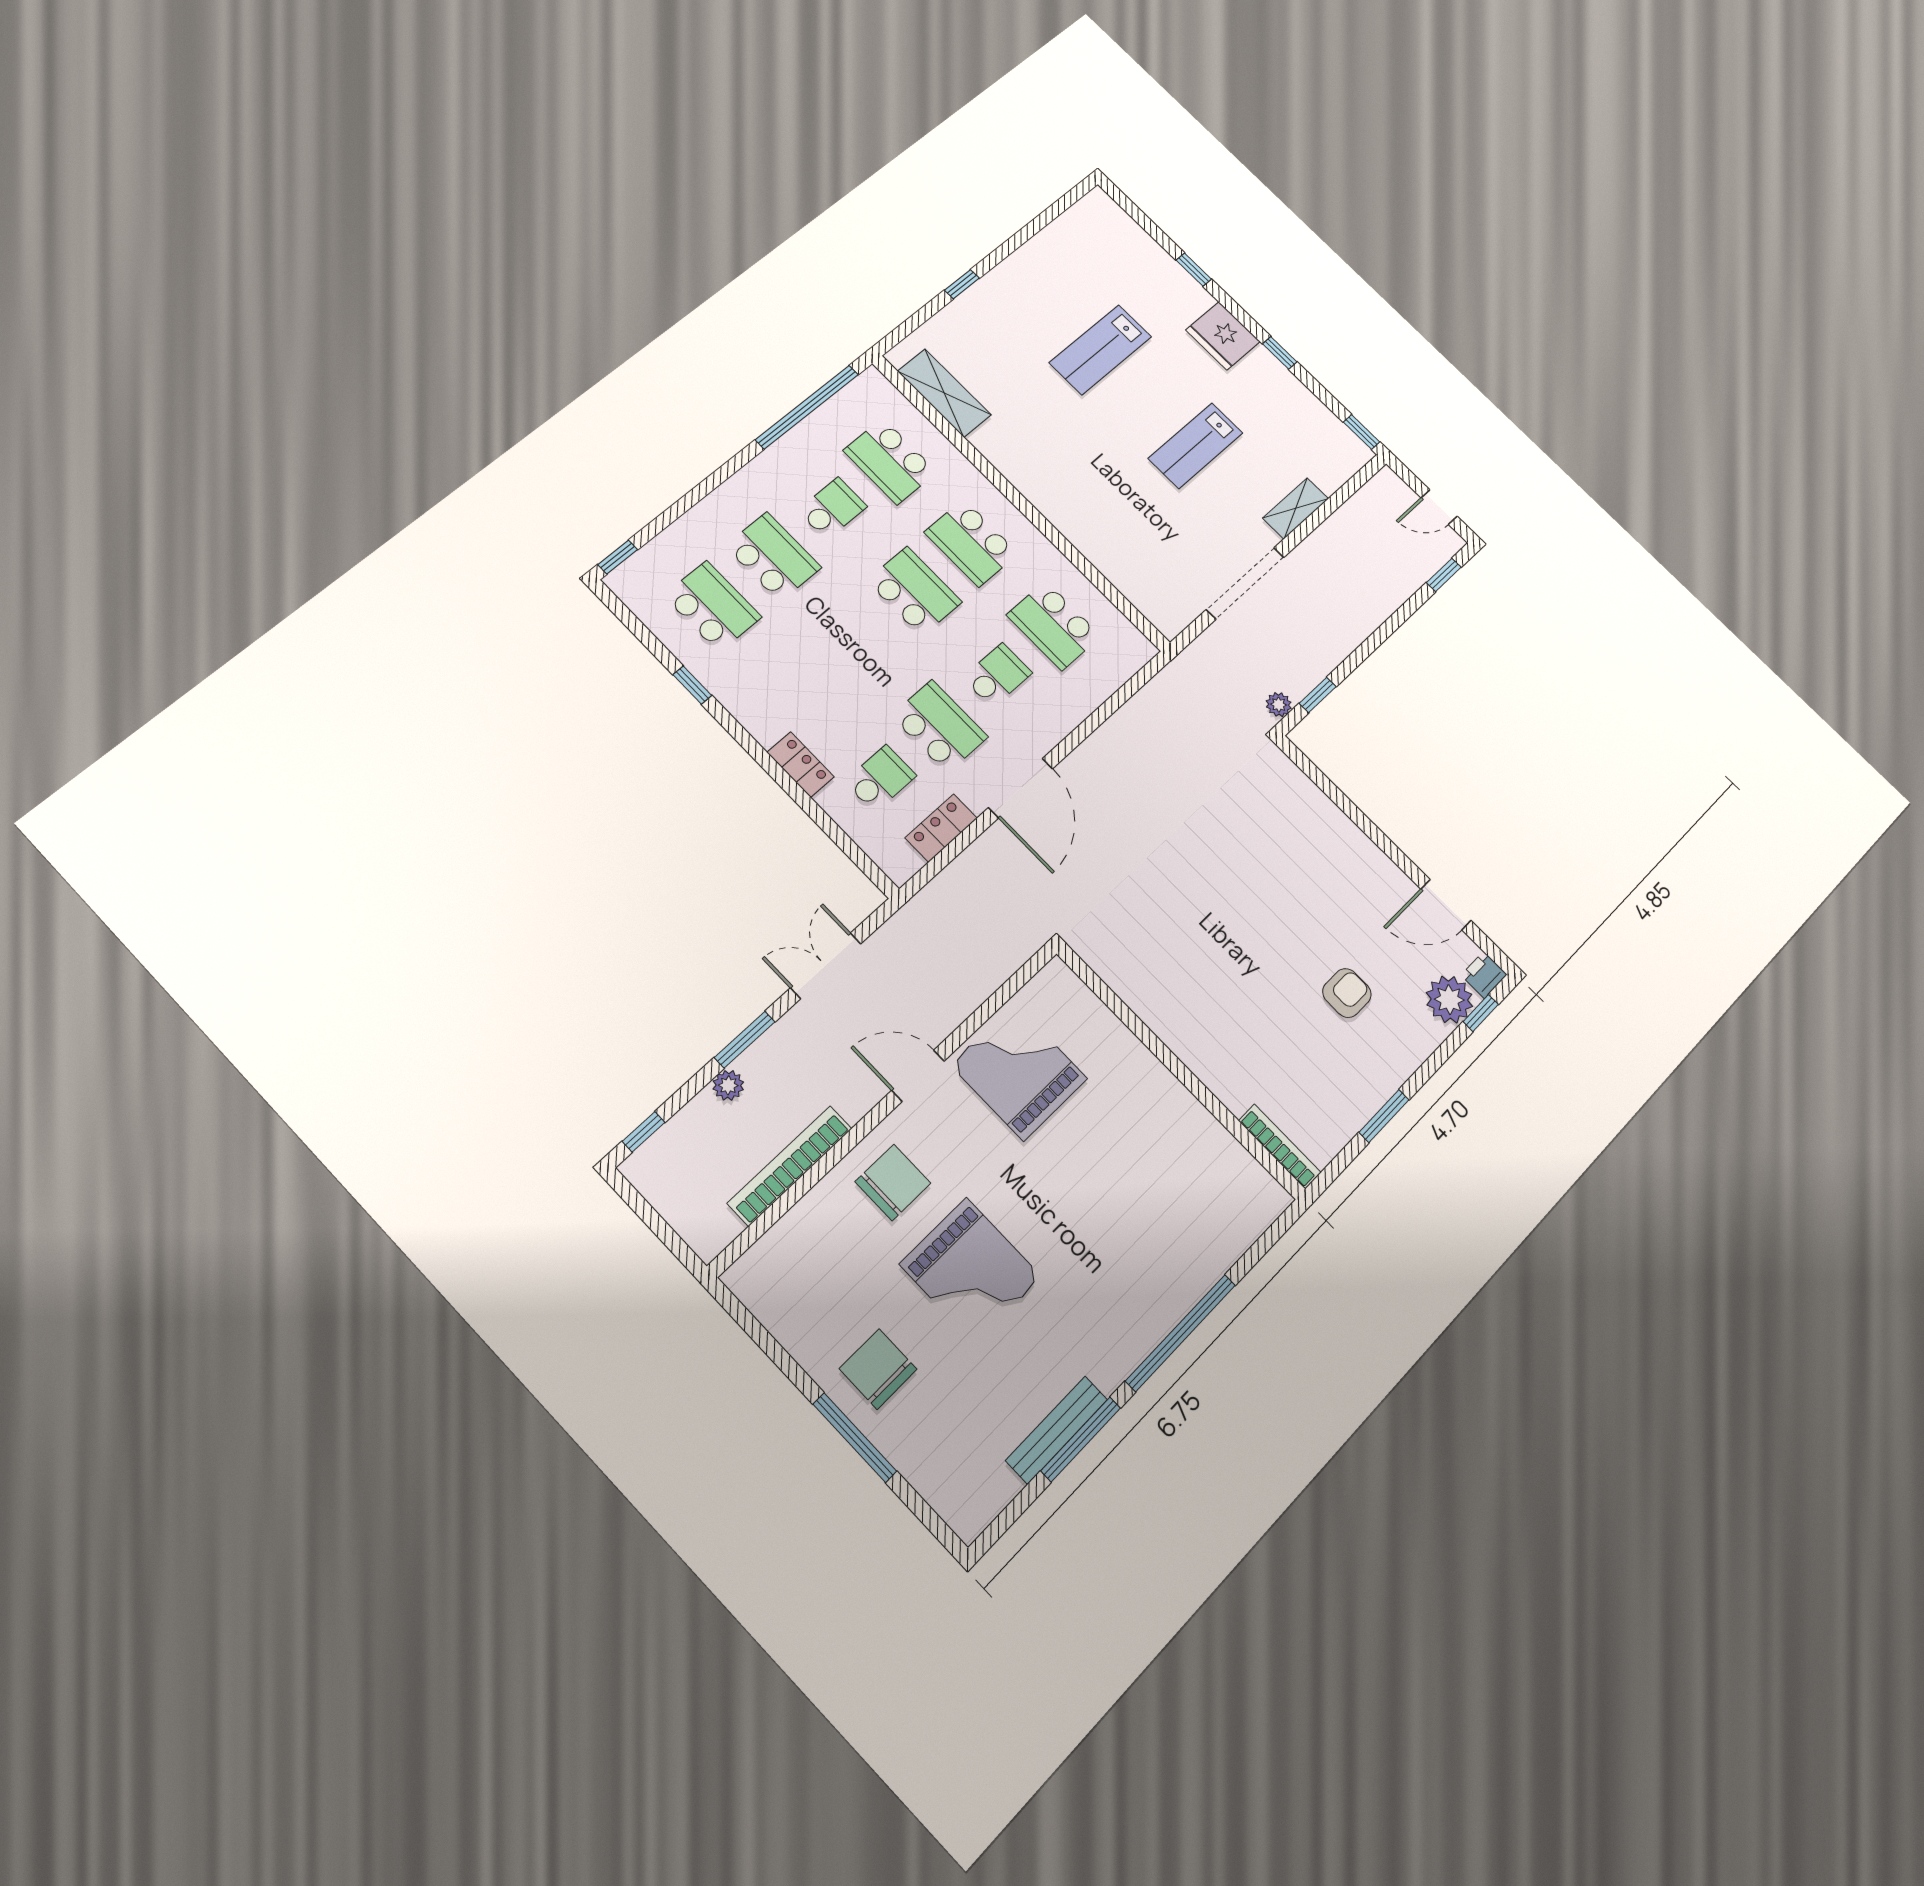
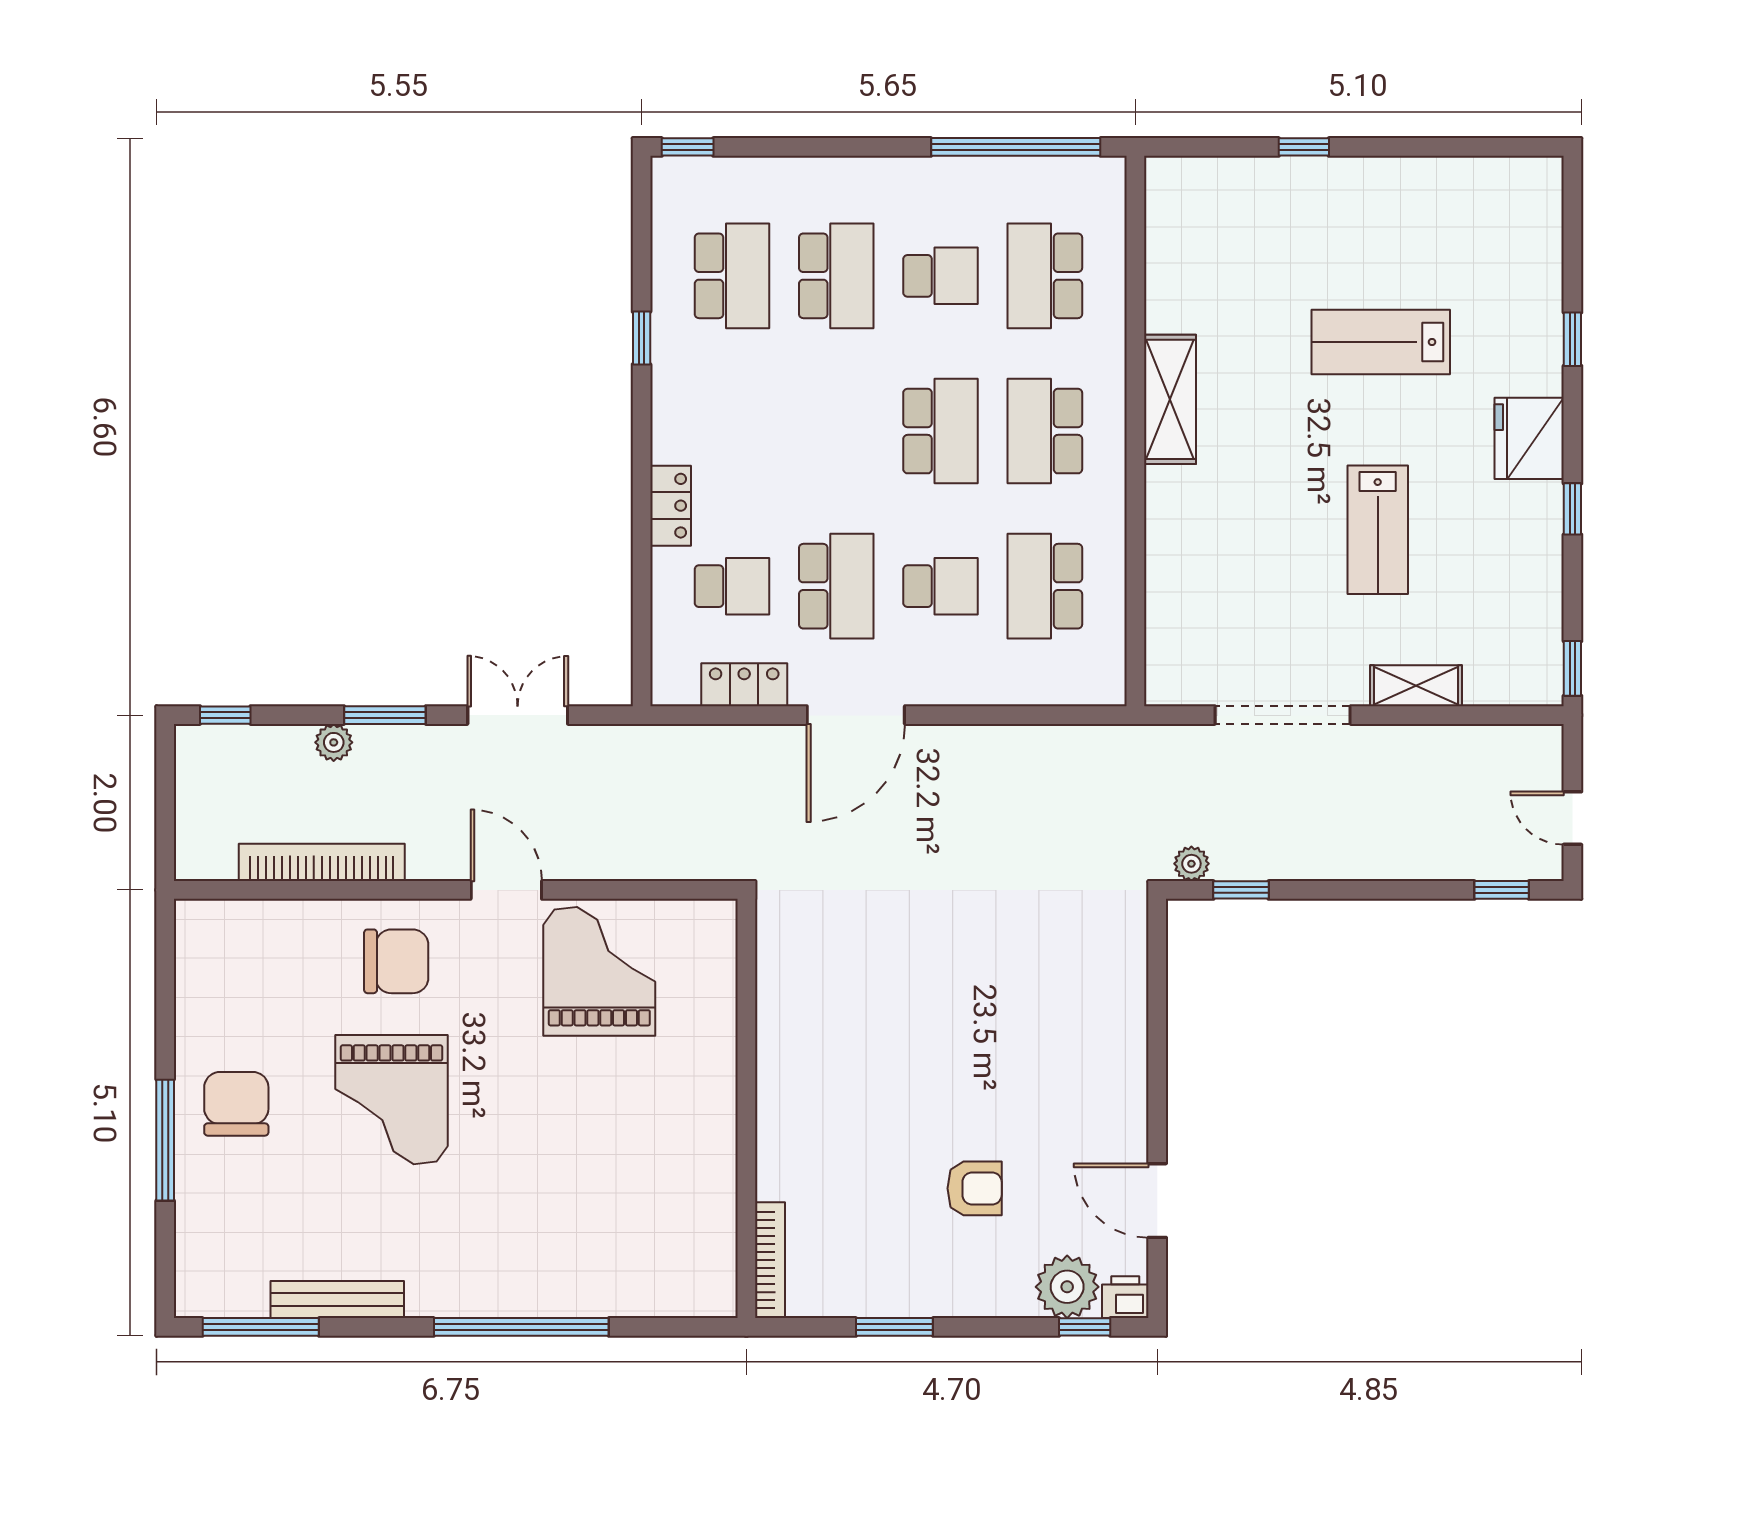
shelving: (944, 393) -> (1170, 399), moved
lab bench: (1196, 446) -> (1378, 530), turned -90
window: (1081, 1439) -> (261, 1327), moved

